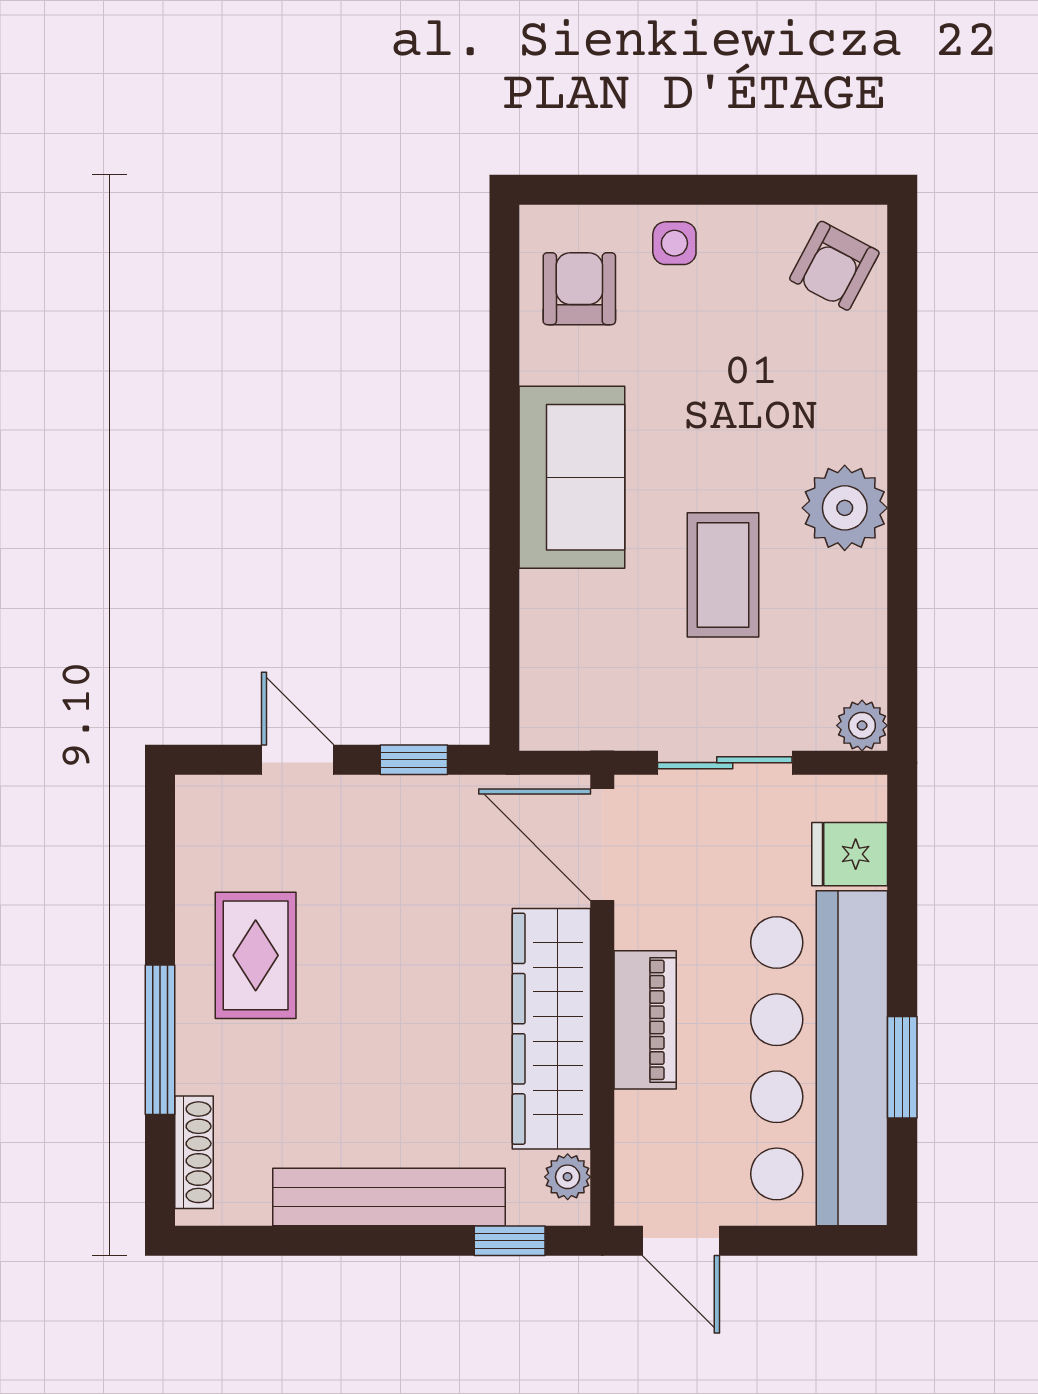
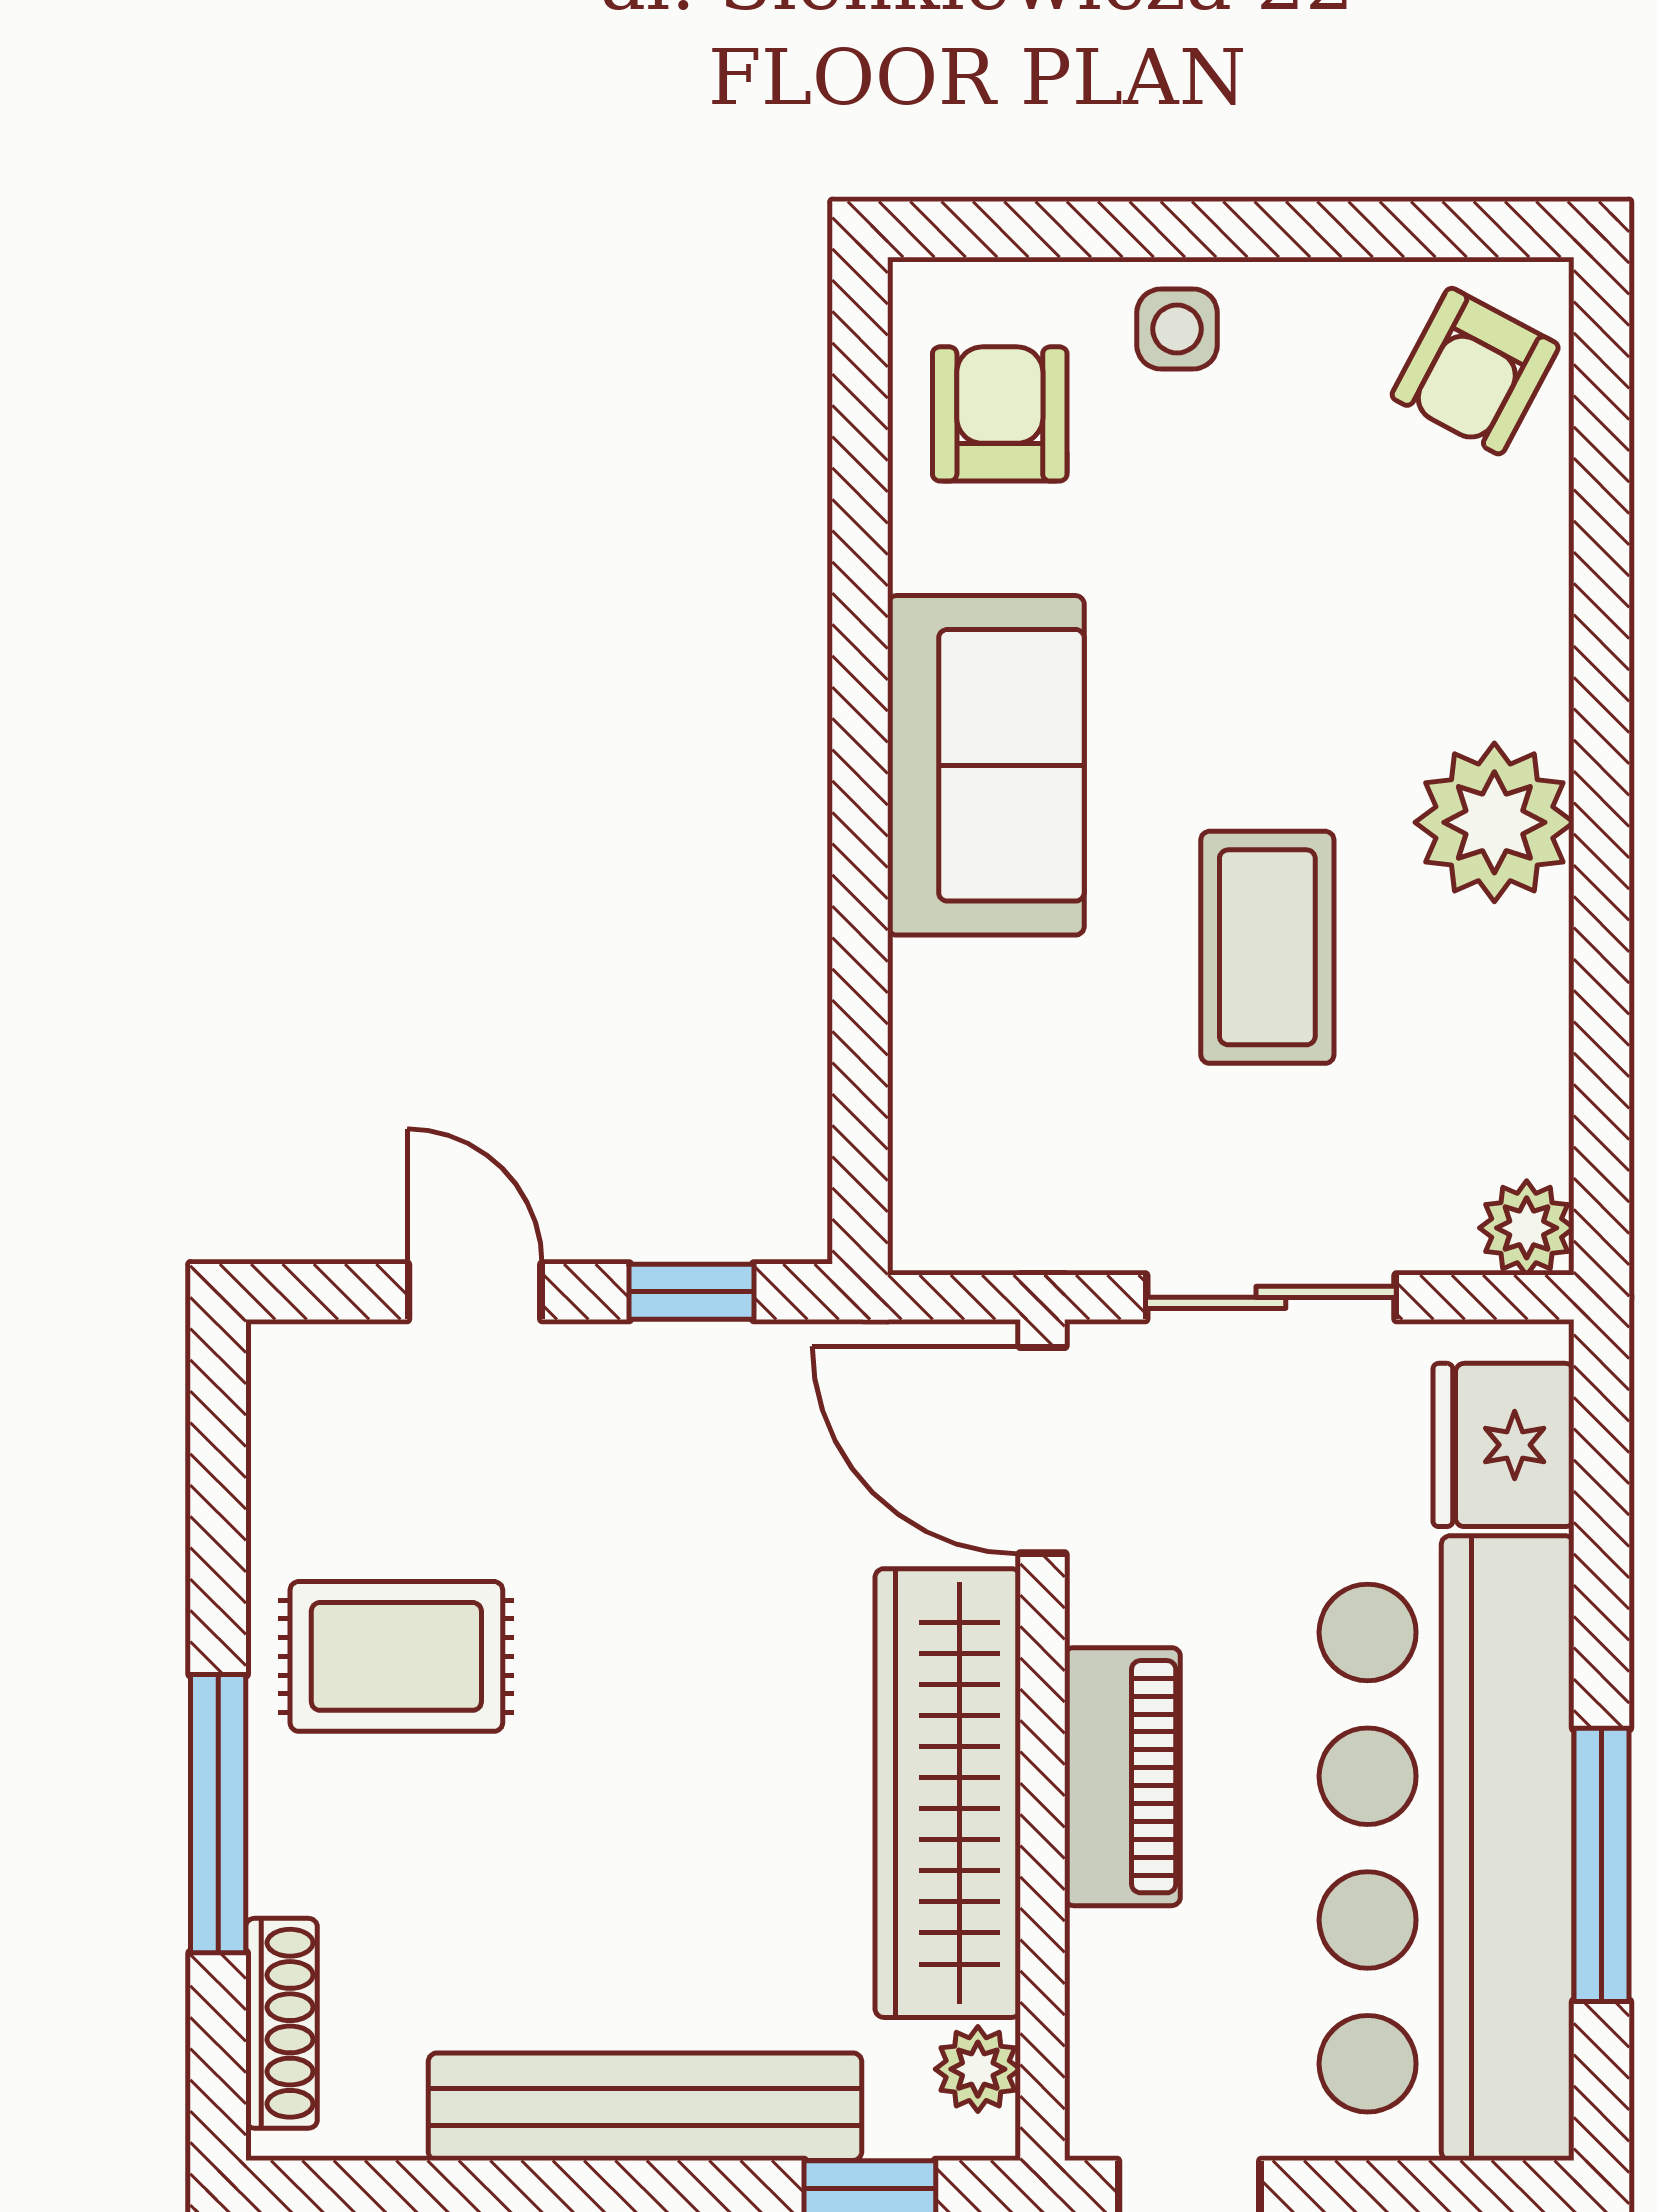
fridge: (850, 854) -> (1503, 1445), width x1.38
rug: (256, 955) -> (396, 1656), turned 90
window: (902, 1067) -> (1602, 1865), width x1.44

